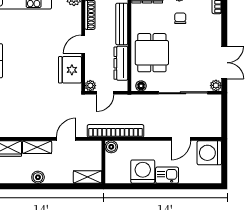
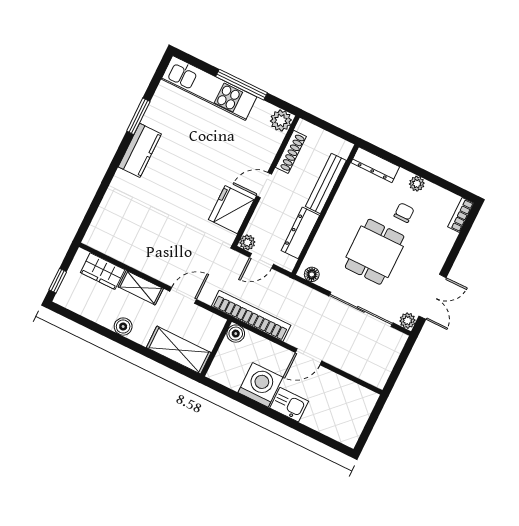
dining table: (152, 53) -> (375, 252), moved
door: (181, 139) -> (308, 357), moved
washing machine: (209, 153) -> (357, 402), removed
shelving: (87, 177) -> (179, 350), width x1.50, depth x1.33

